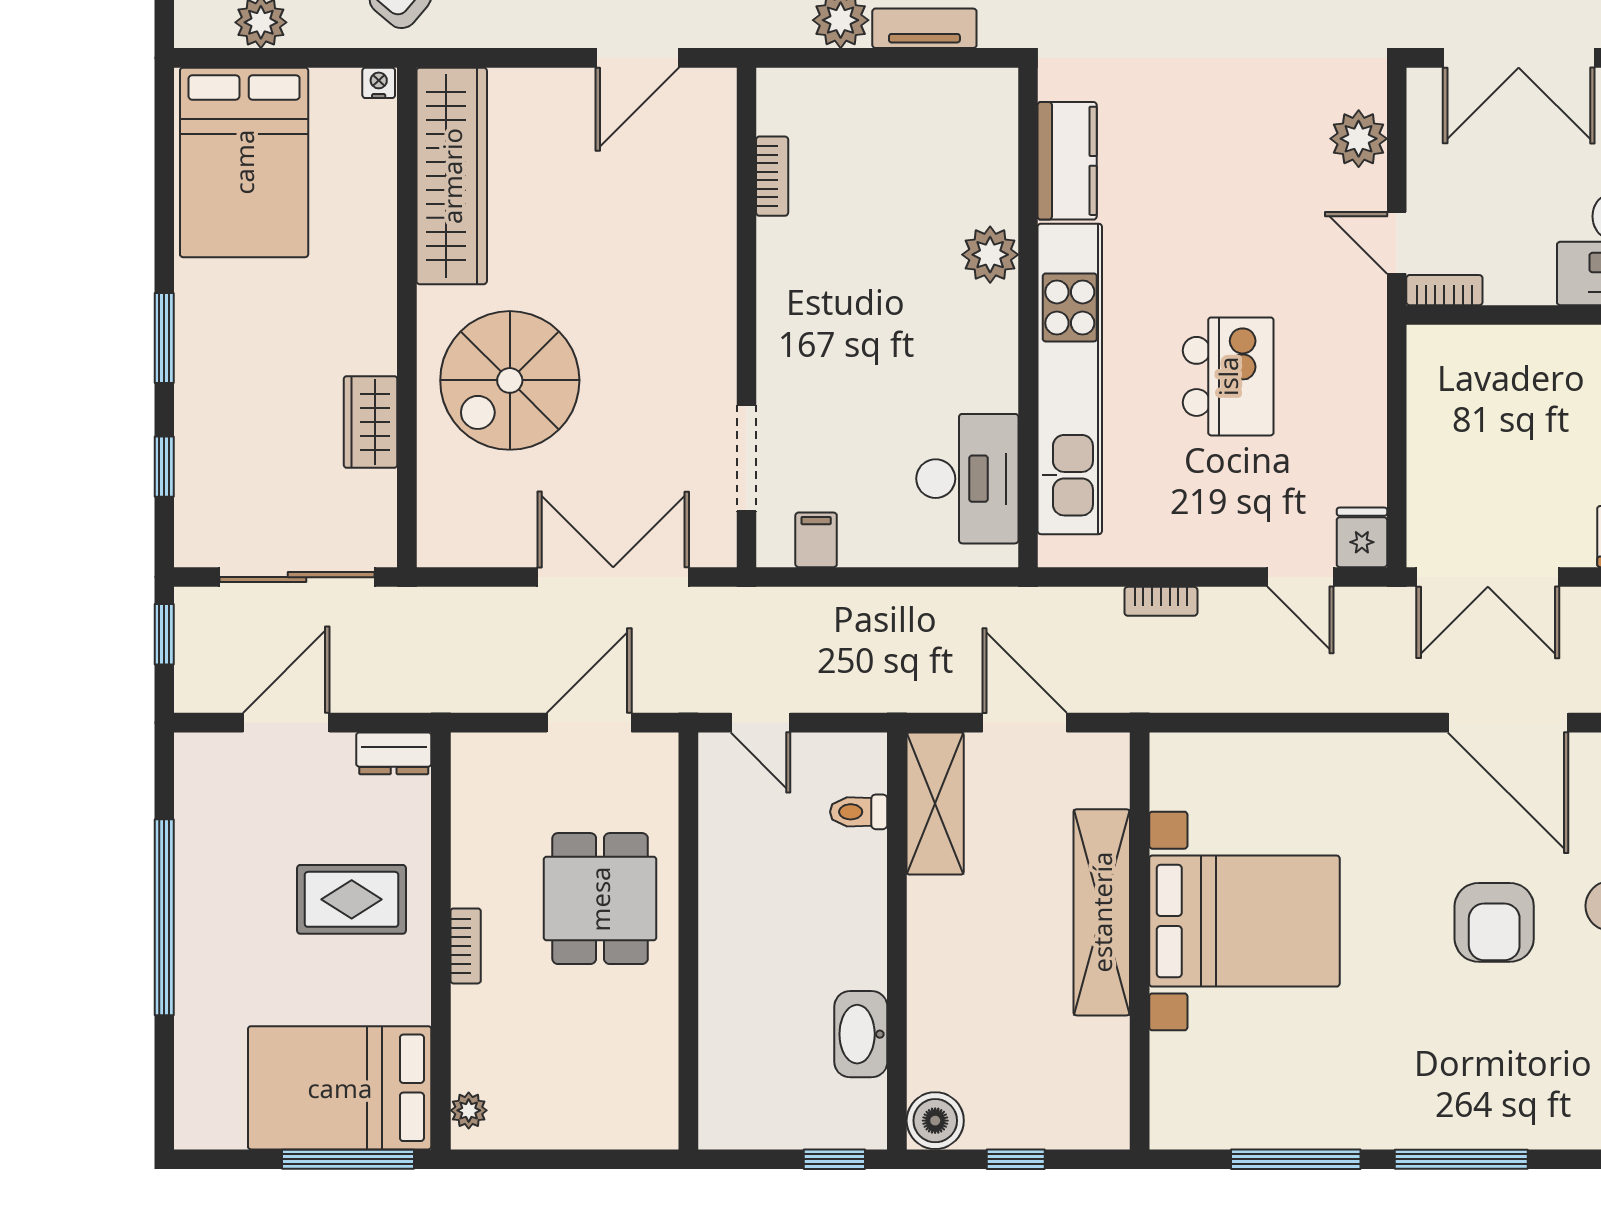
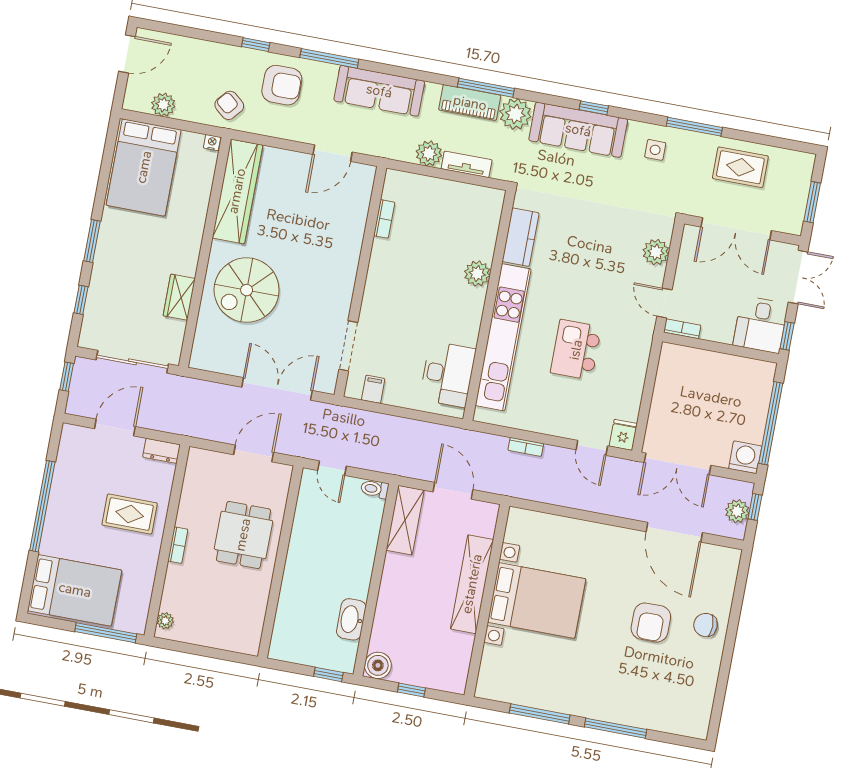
kitchen island: (1228, 376) -> (576, 350), turned 180
toilet: (859, 812) -> (375, 489), moved
bed: (340, 1088) -> (75, 590), moved, turned 180

